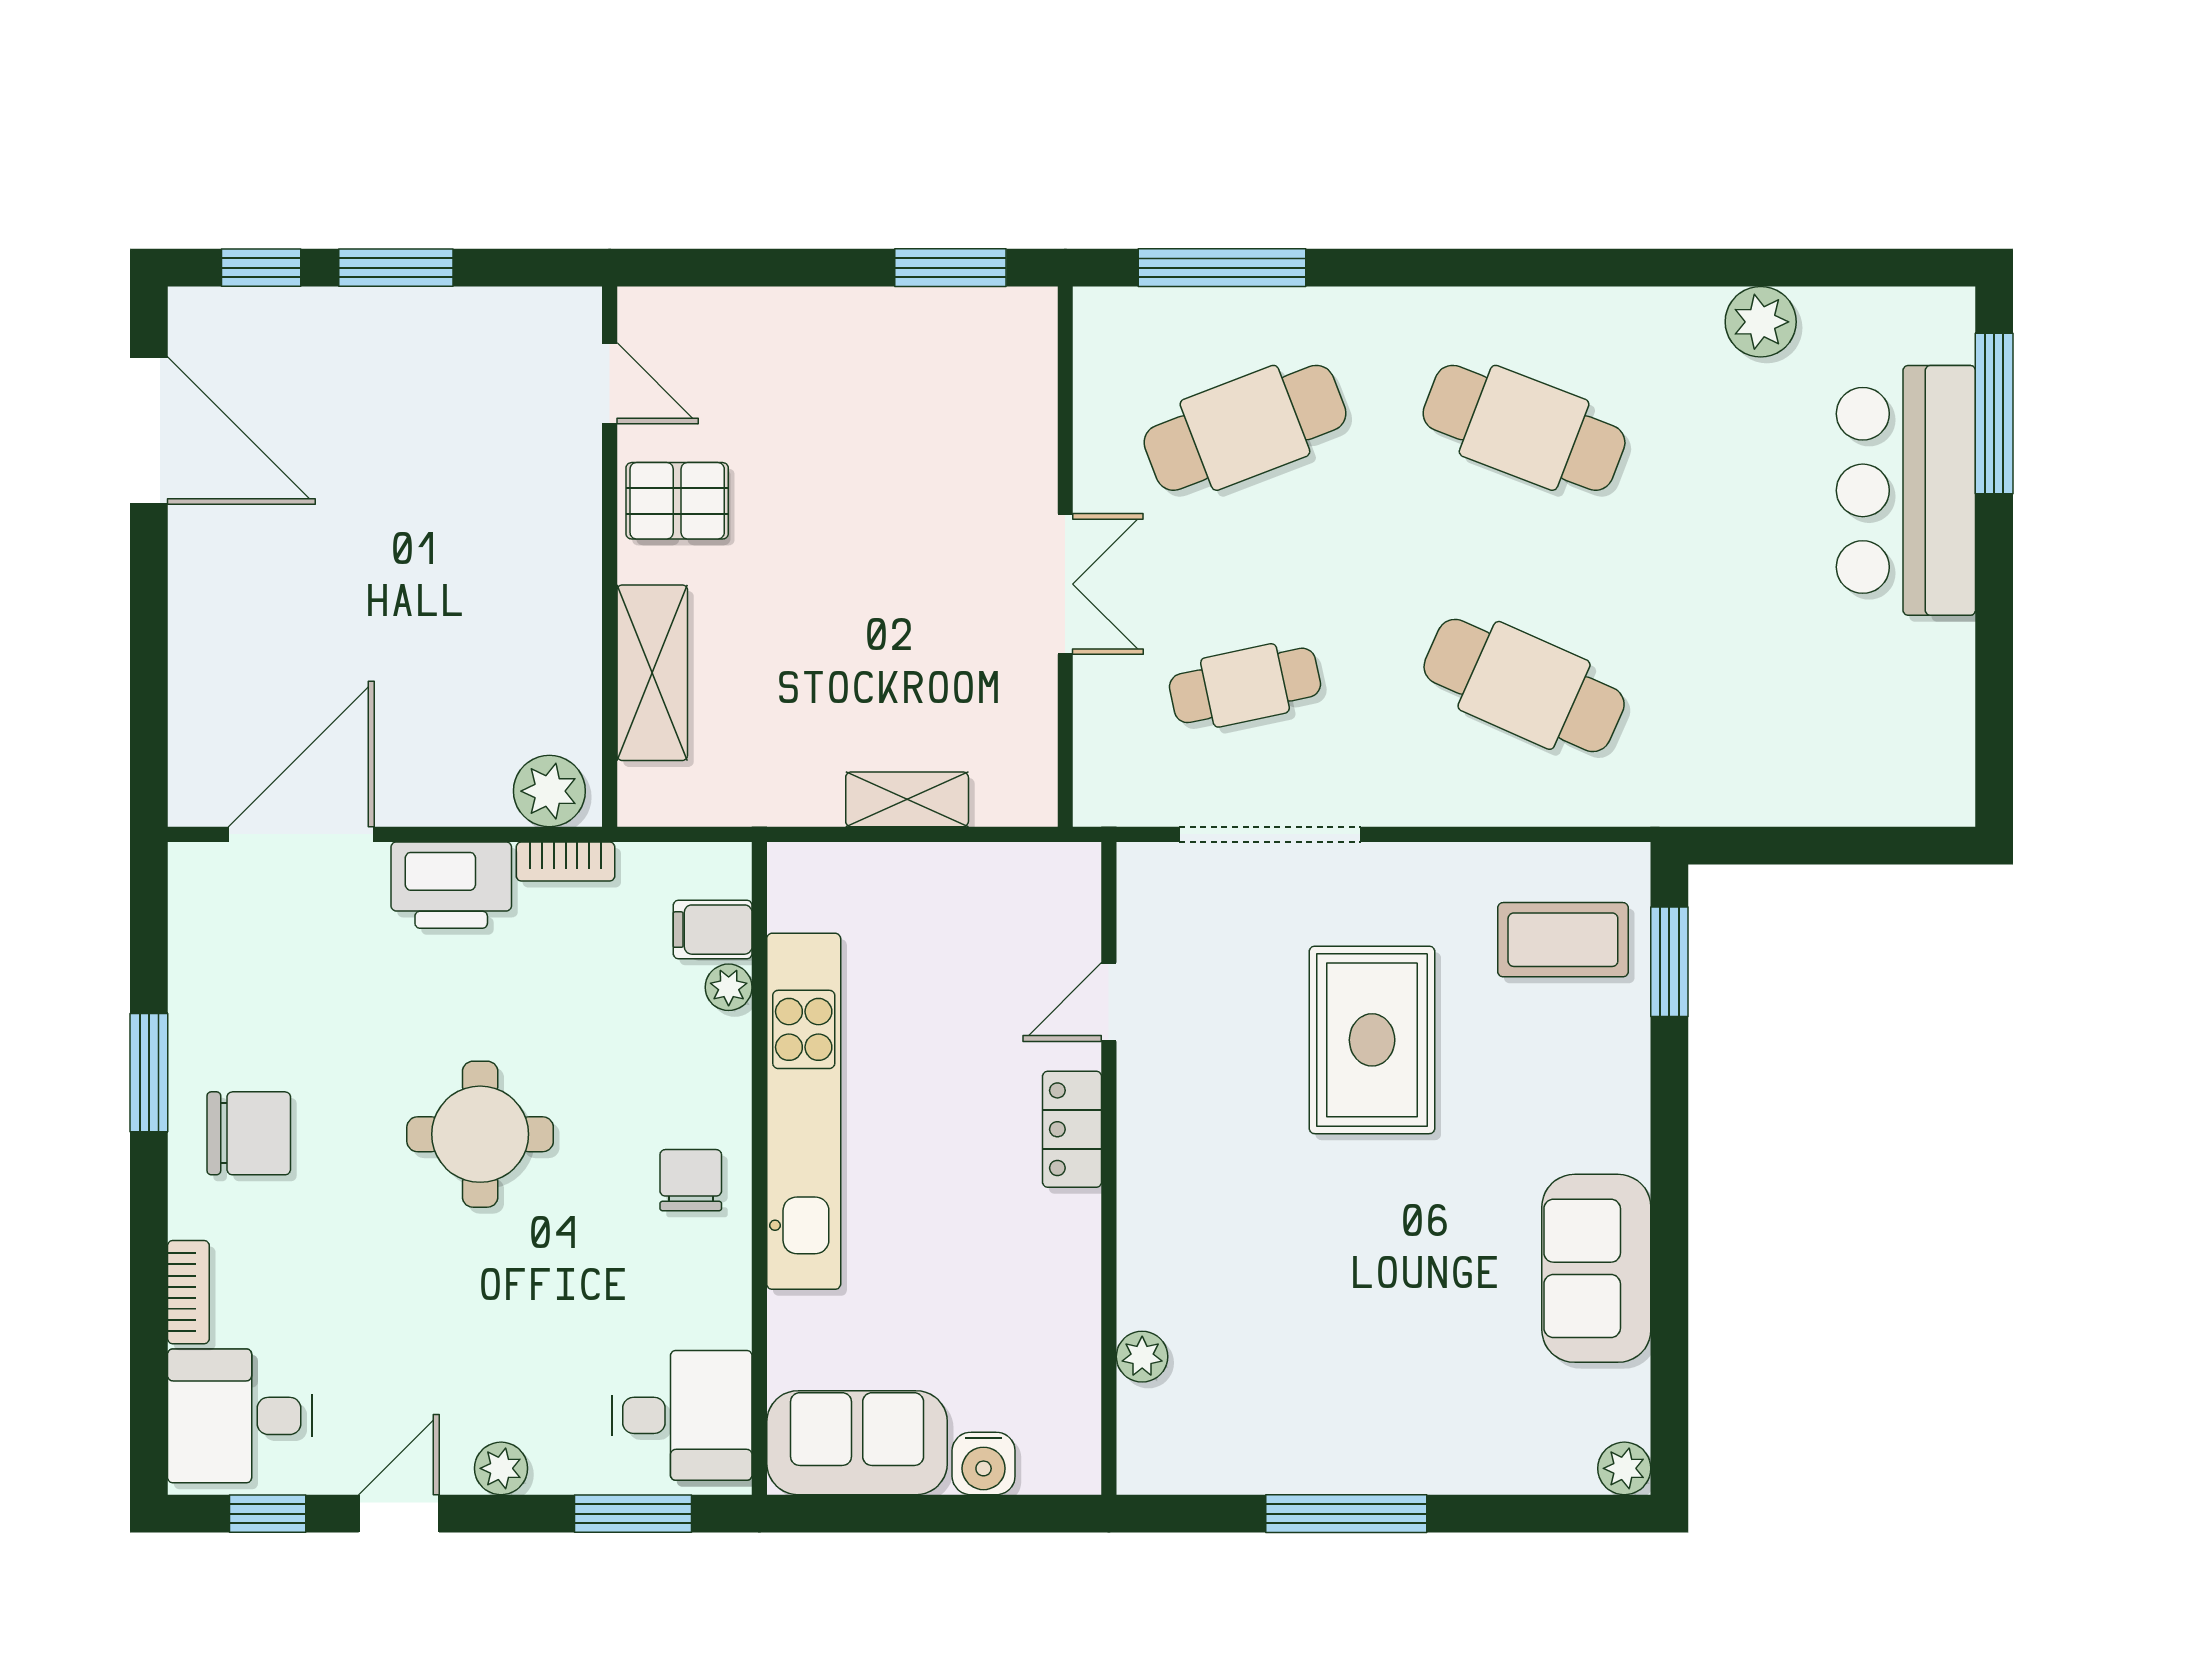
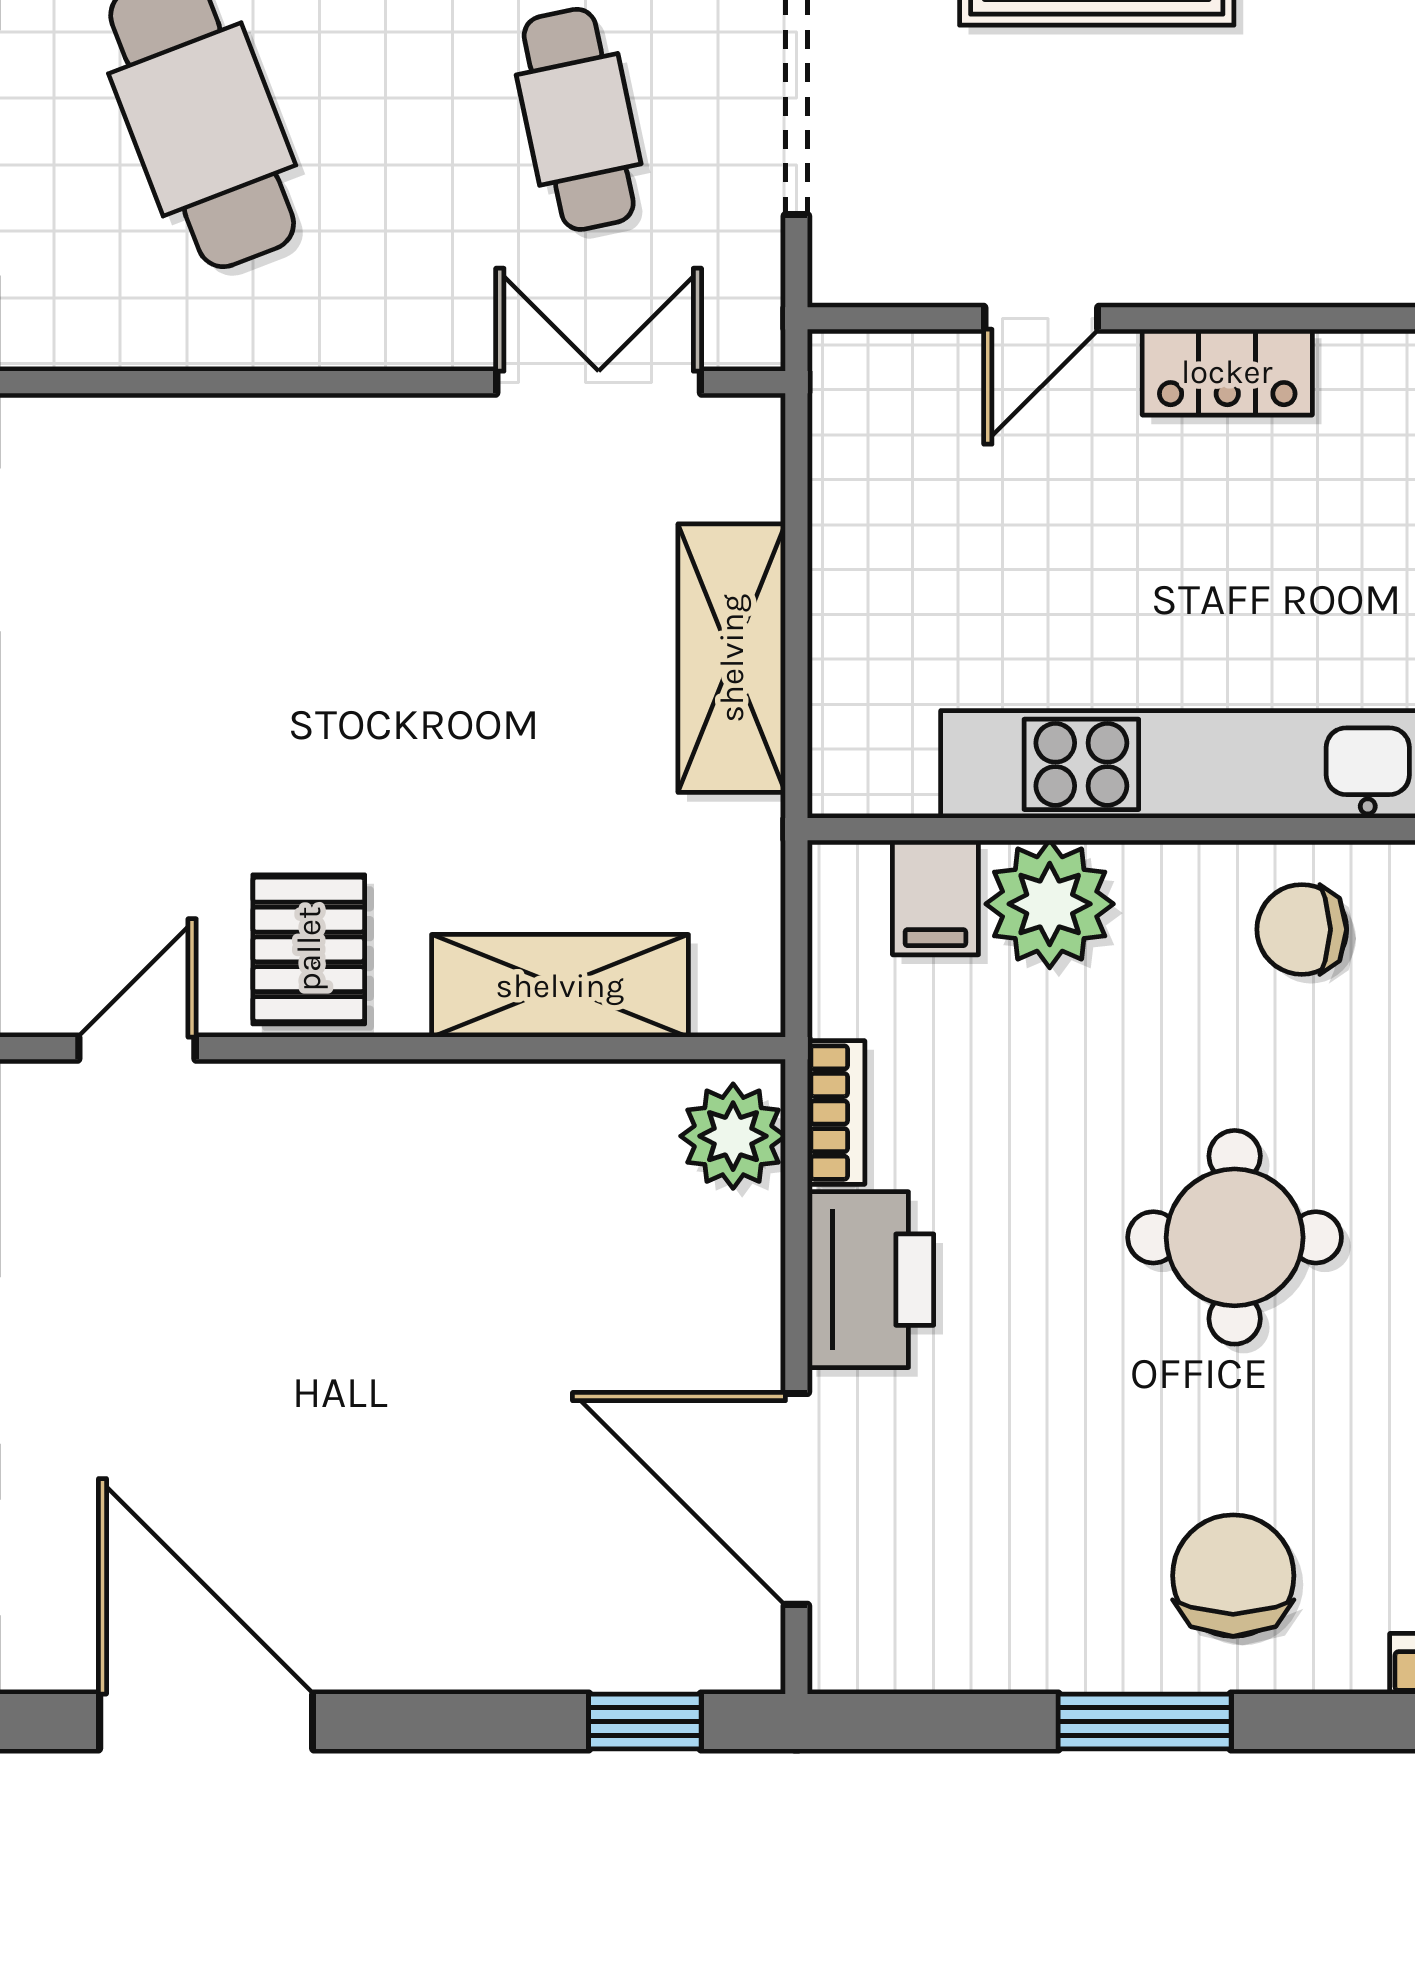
door: (149, 431) -> (206, 1721), hinge flipped
double door: (1065, 584) -> (599, 382), moved
window: (149, 731) -> (645, 1721), added
shelving: (907, 799) -> (732, 658), width x1.50, depth x1.33
plant: (729, 987) -> (1050, 904), width x1.88, depth x1.88
door: (1109, 1002) -> (1041, 318), hinge flipped

